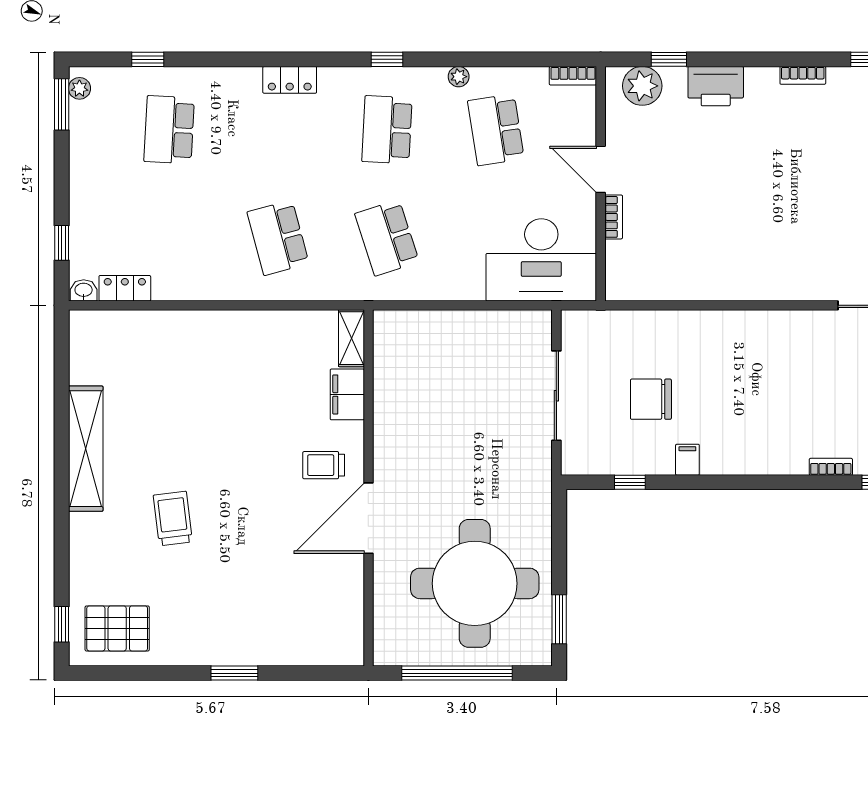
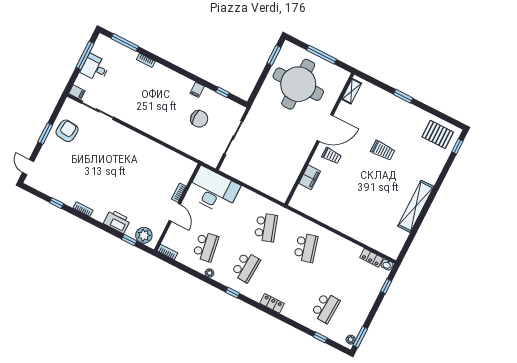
shelving: (351, 338) -> (352, 91), moved
trolley: (173, 518) -> (383, 150), moved, turned -83
window: (457, 673) -> (322, 55), width x0.68

